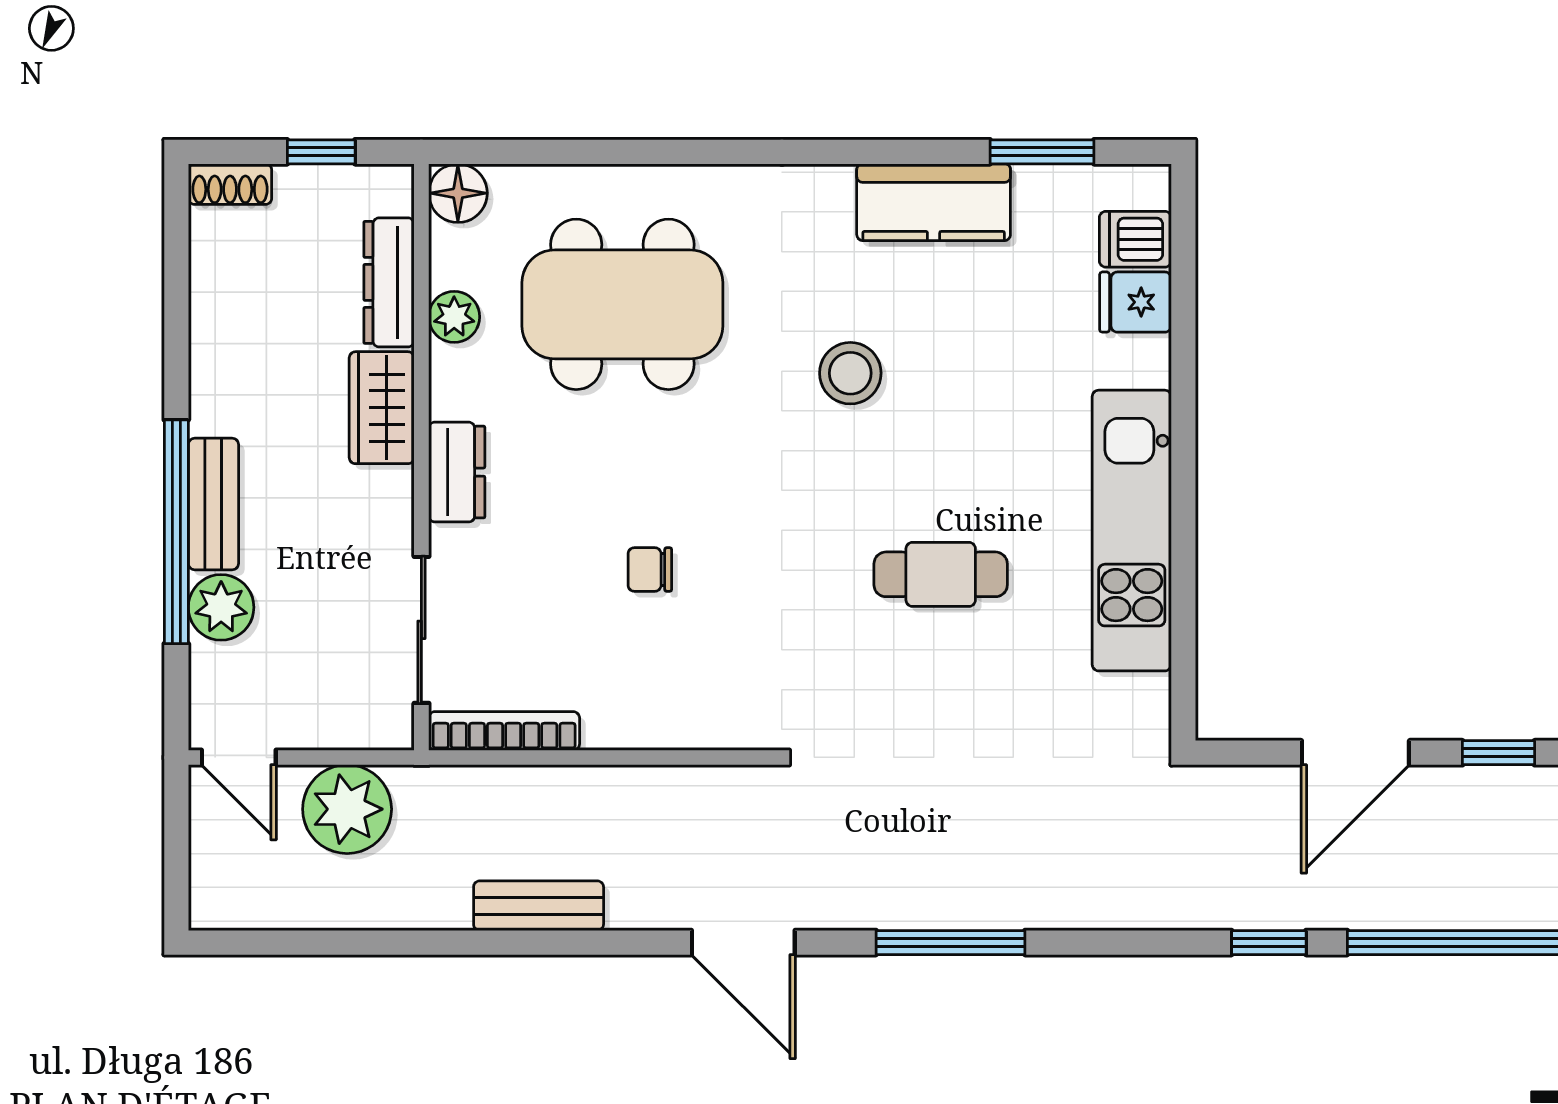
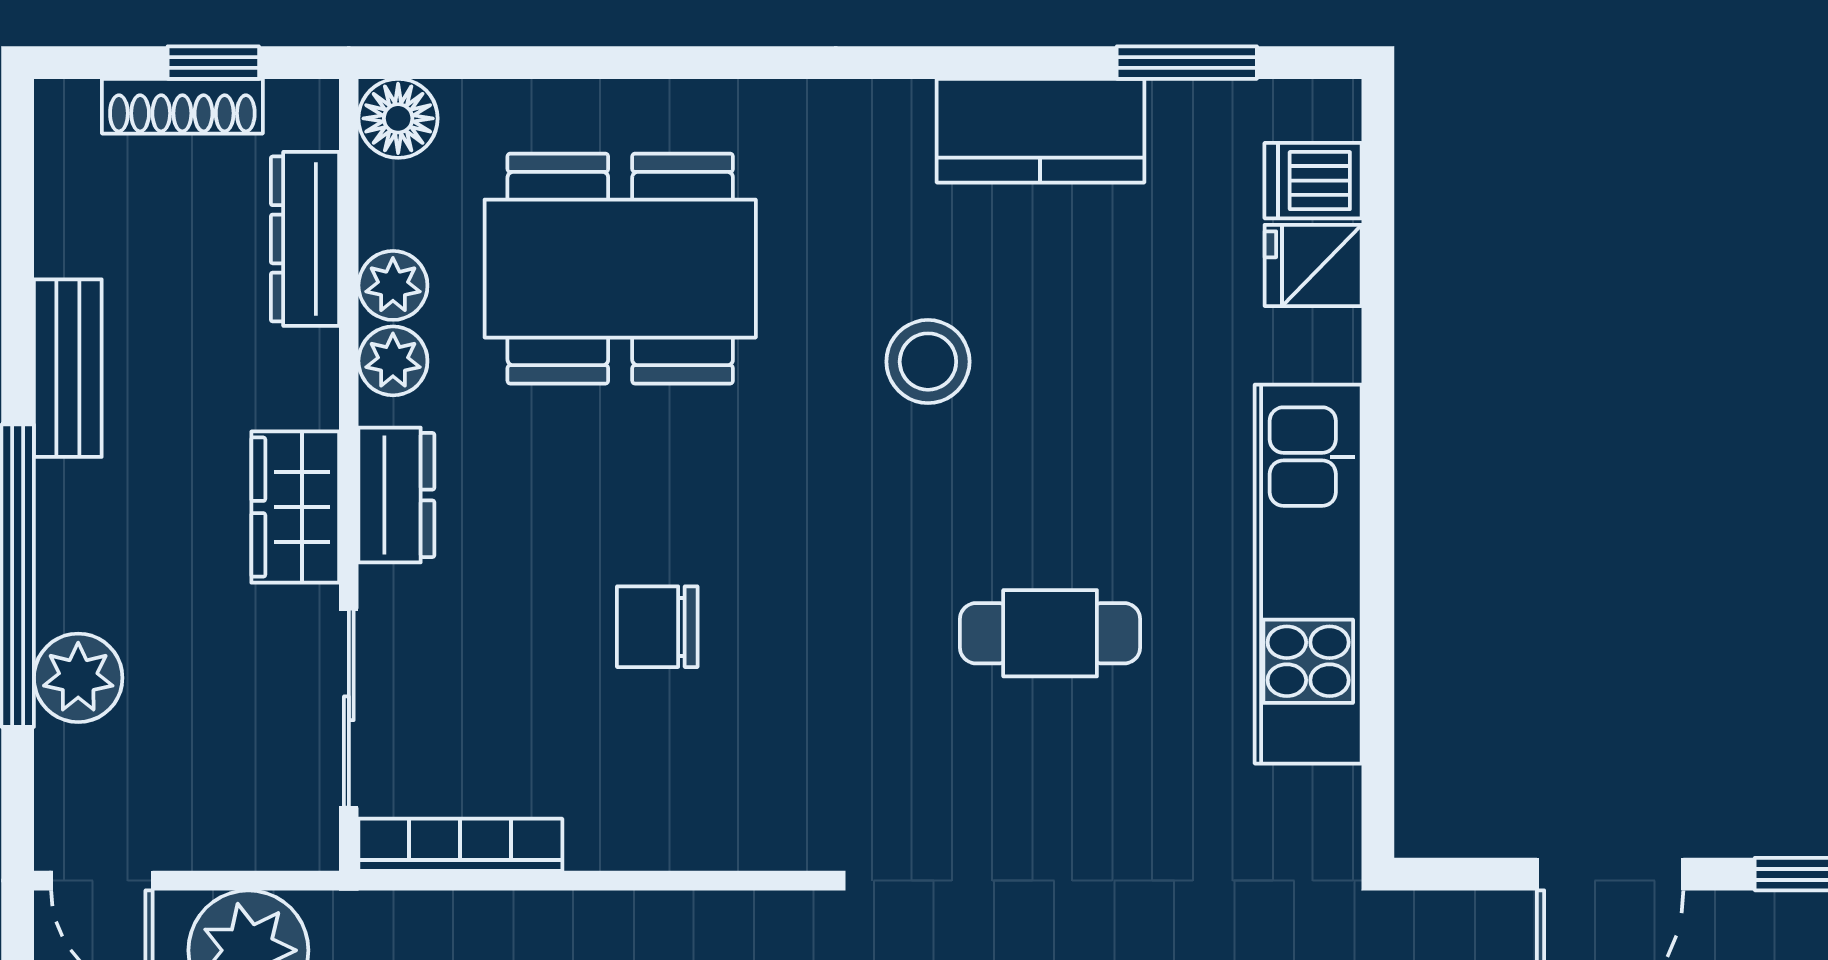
shoe rack: (230, 184) -> (182, 106), moved, width x1.43
plant: (454, 373) -> (393, 361), added
wardrobe: (382, 408) -> (295, 507), moved
bench: (213, 504) -> (68, 368), moved
chair: (650, 570) -> (657, 627), width x1.37, depth x1.37

